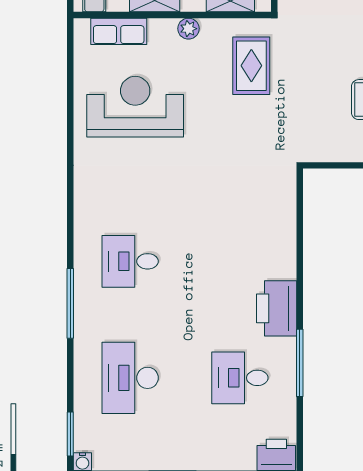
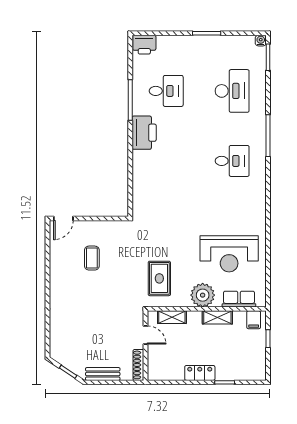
plant: (188, 29) -> (203, 295), width x1.87, depth x1.87

